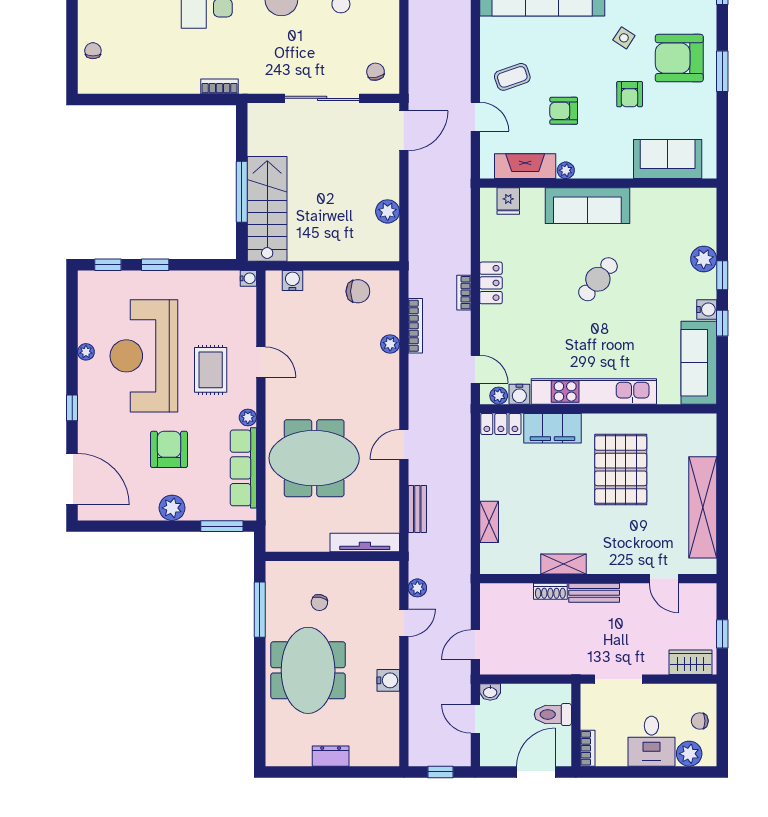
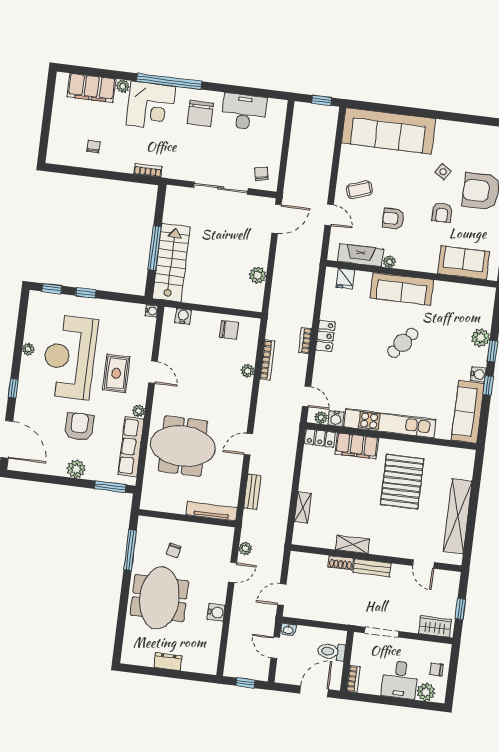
chair: (93, 51) -> (93, 147), moved

